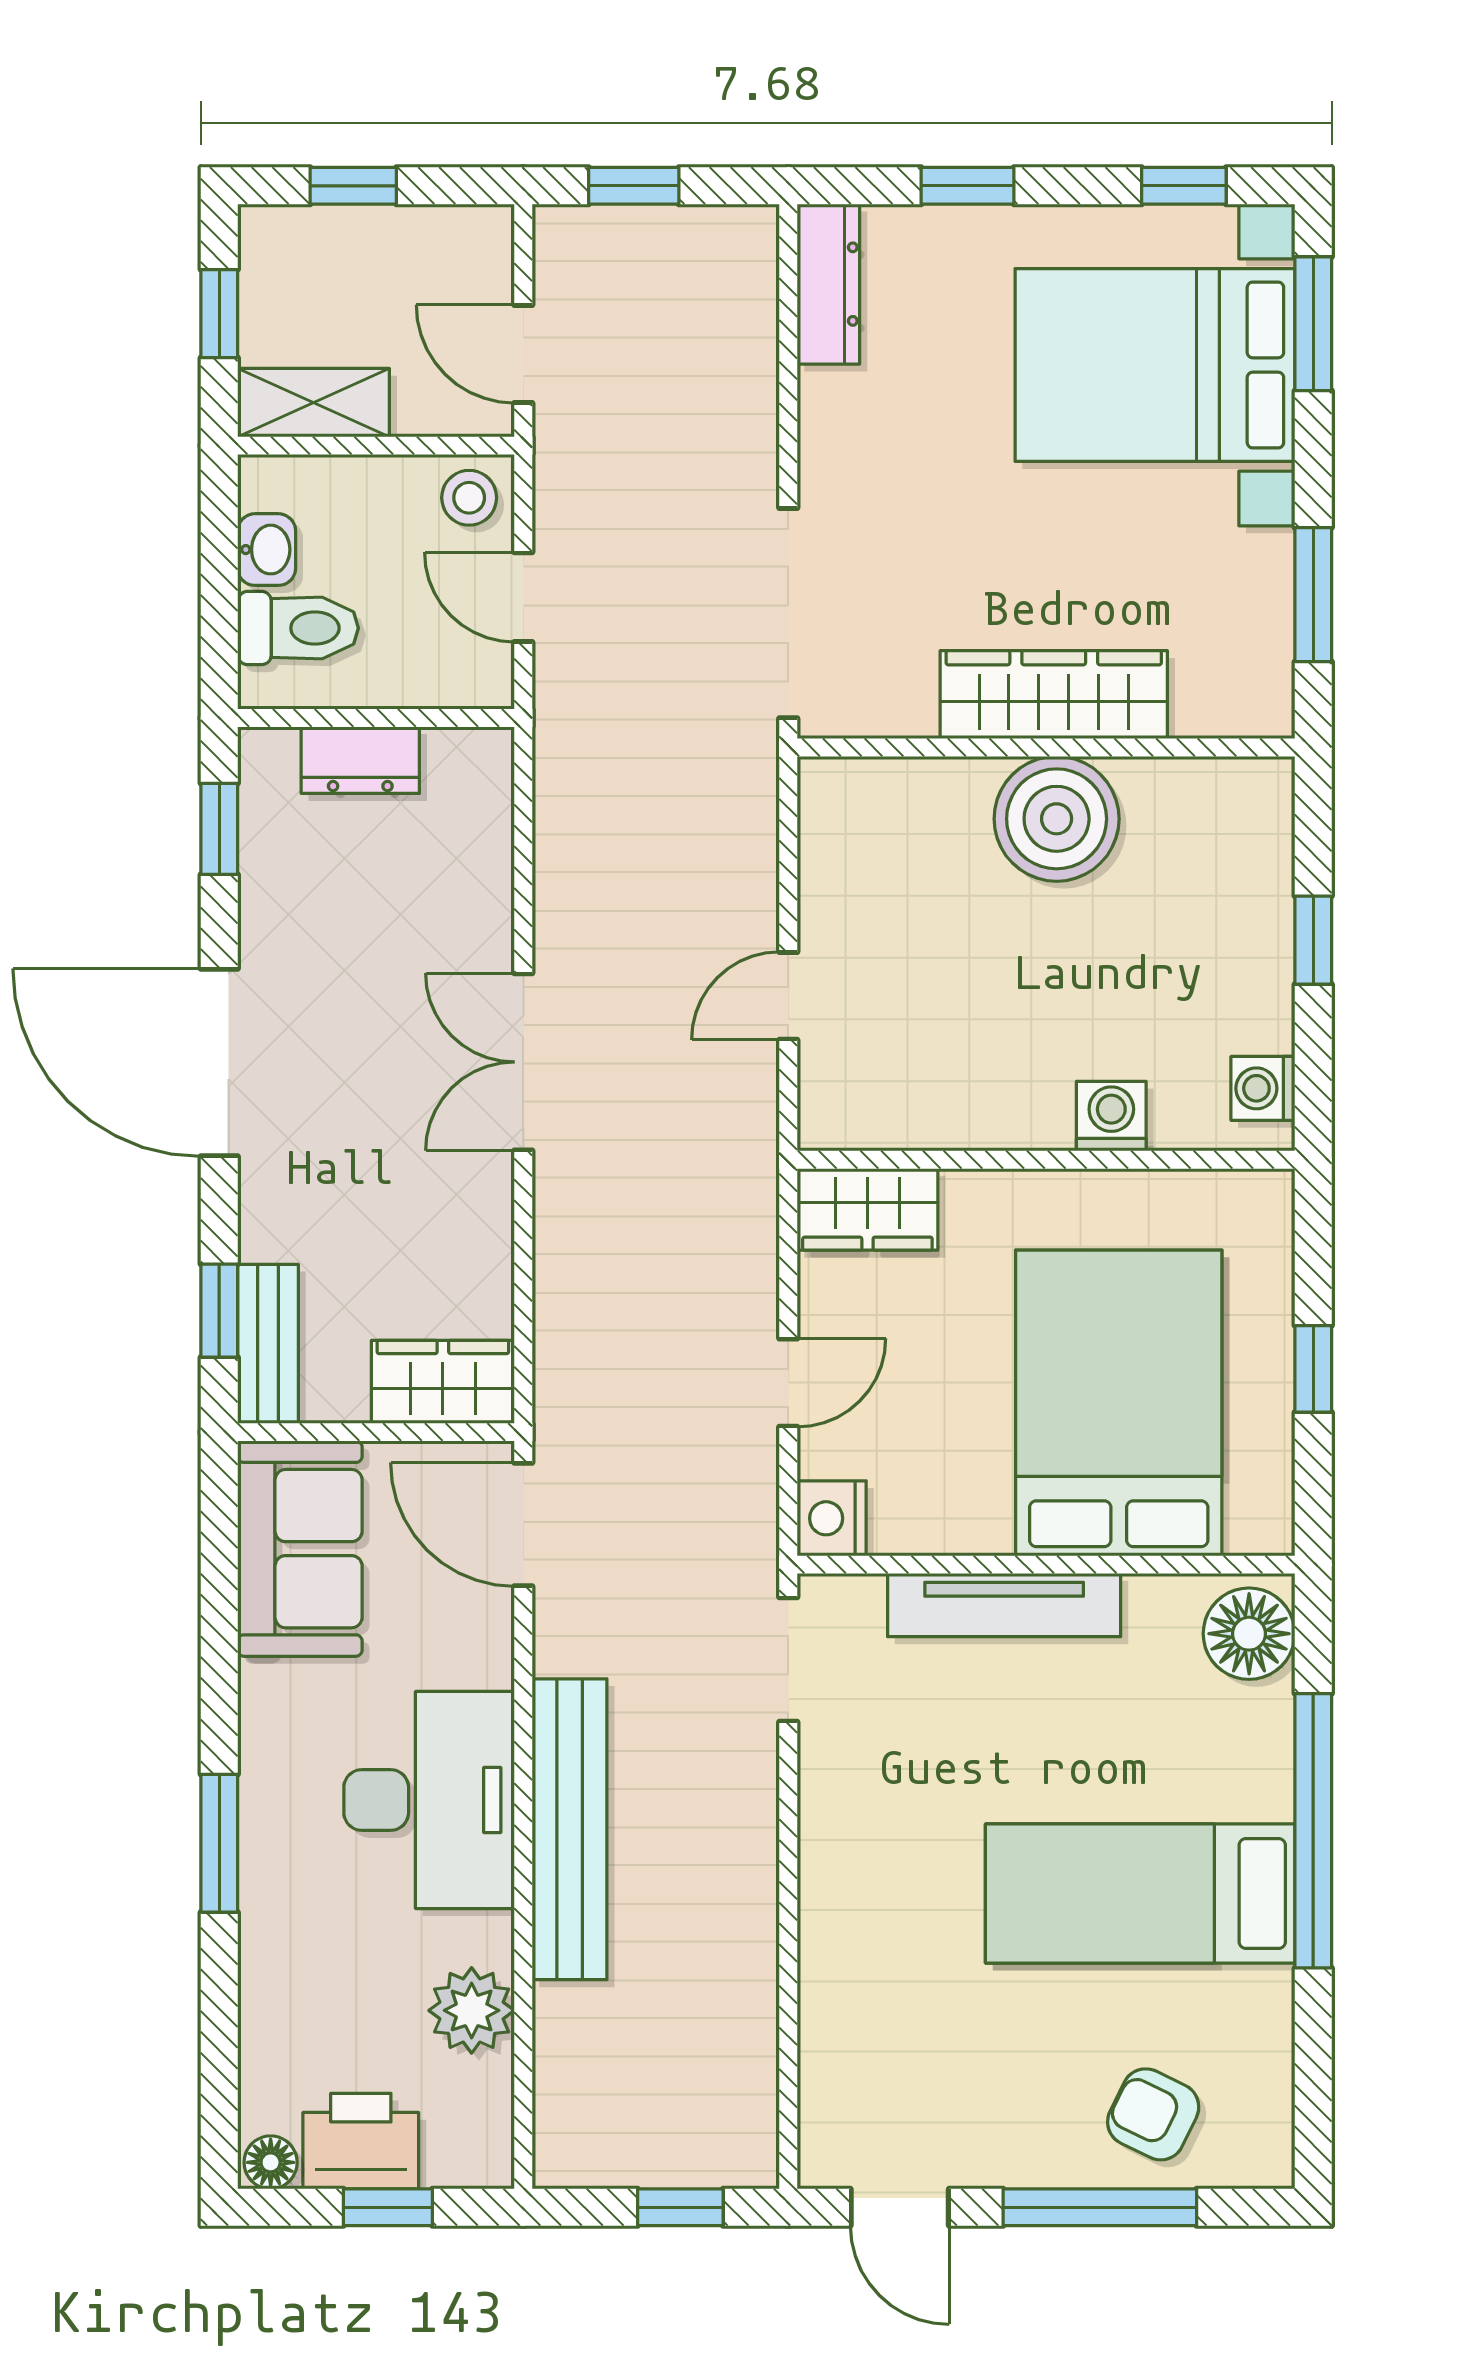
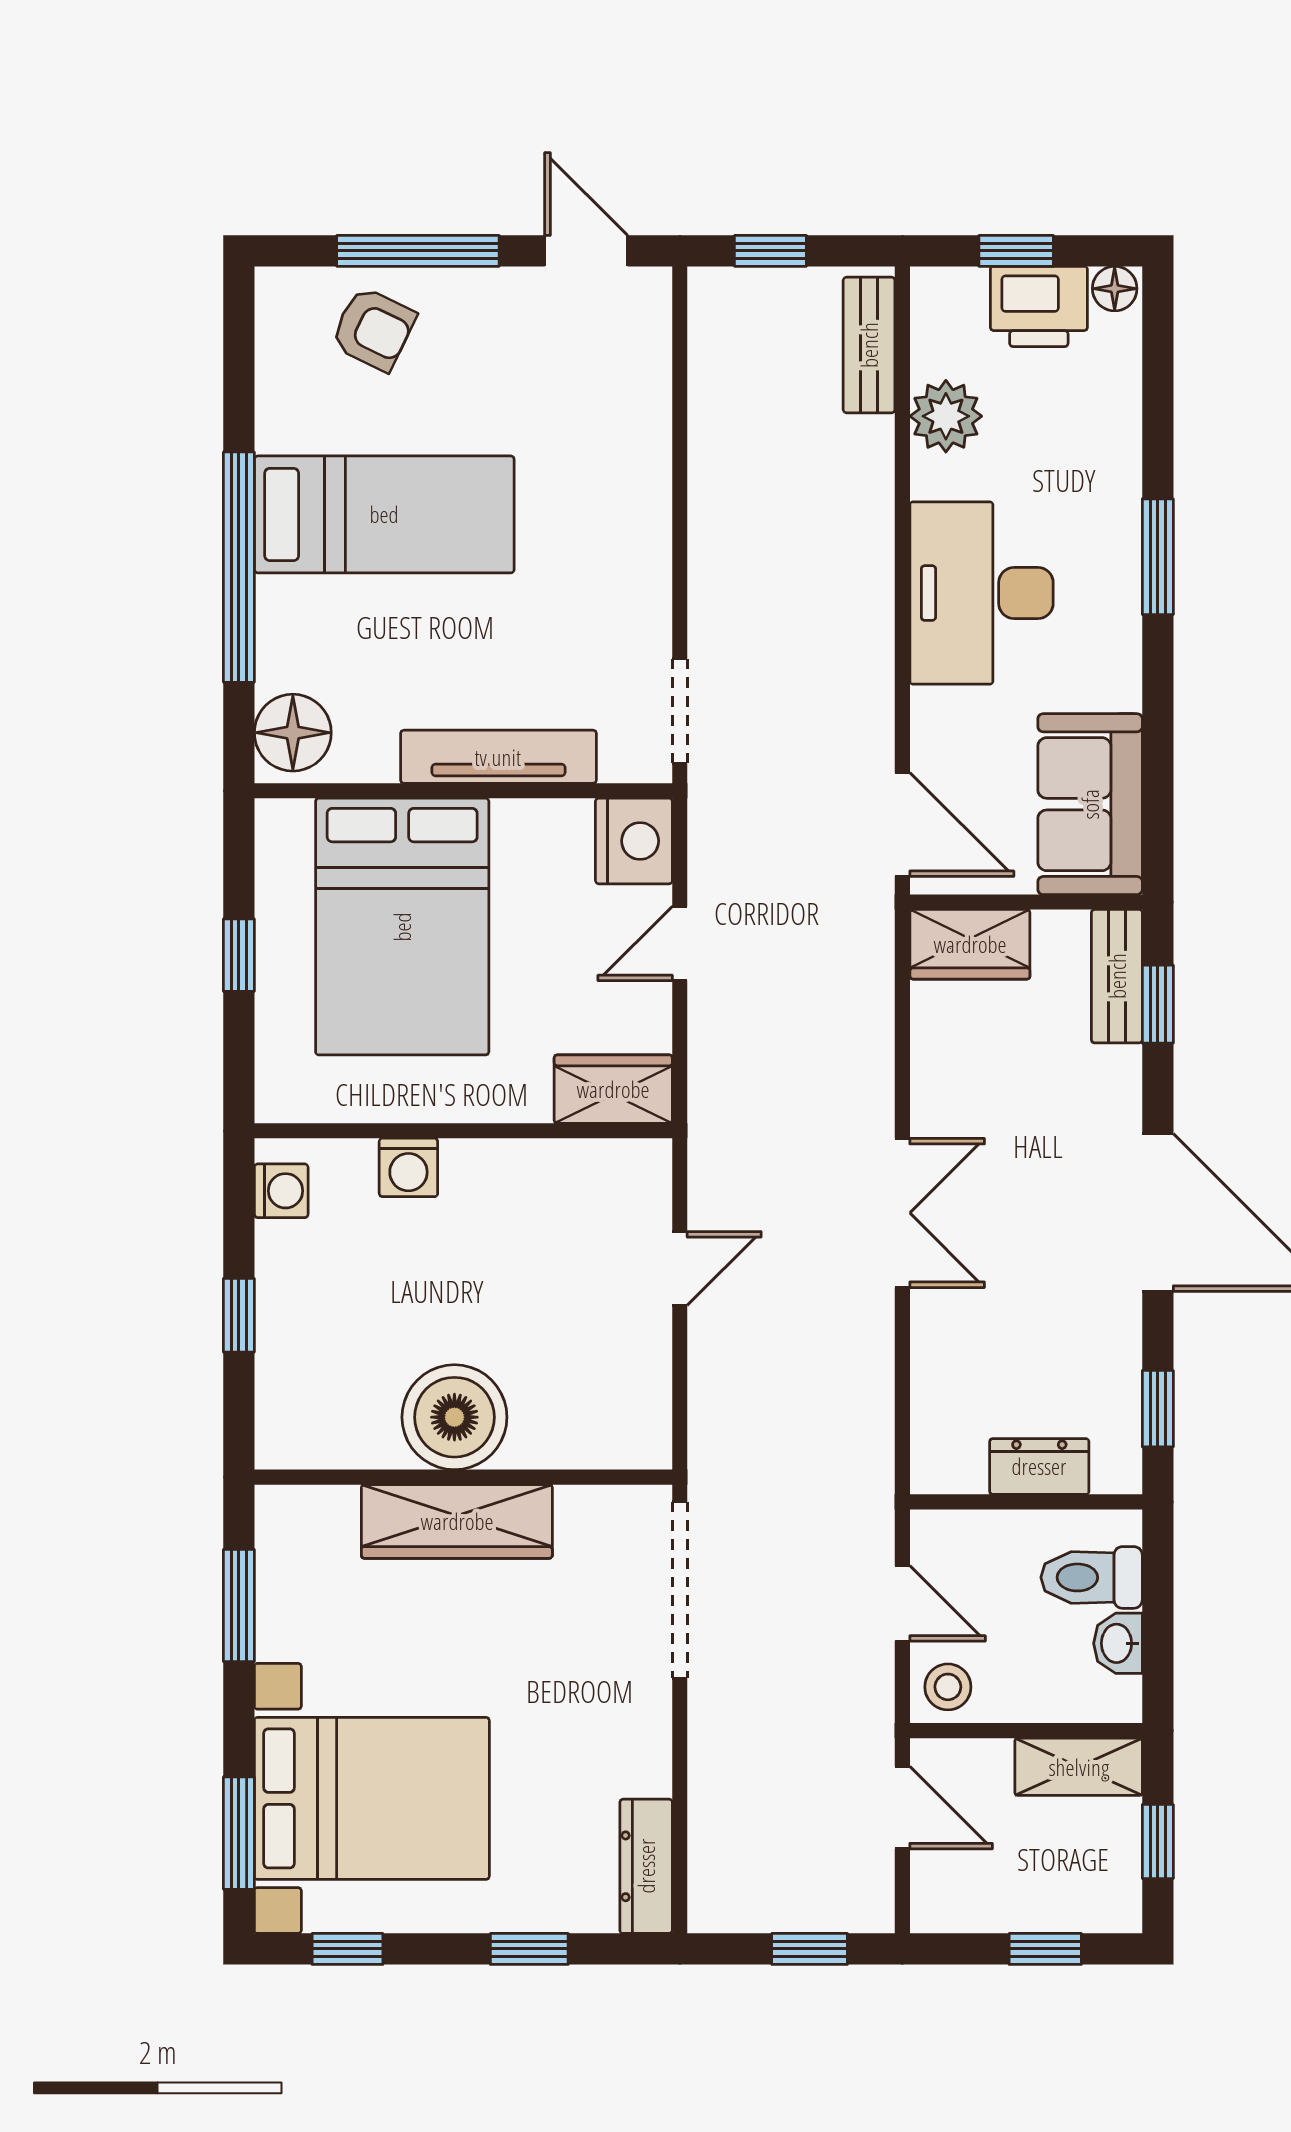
nightstand: (832, 1518) -> (634, 841), width x1.36, depth x1.33
bench: (570, 1829) -> (869, 345), moved, width x0.54, depth x0.82

